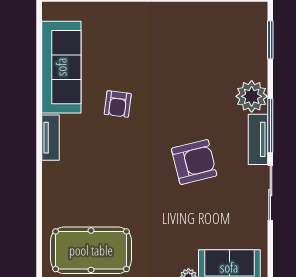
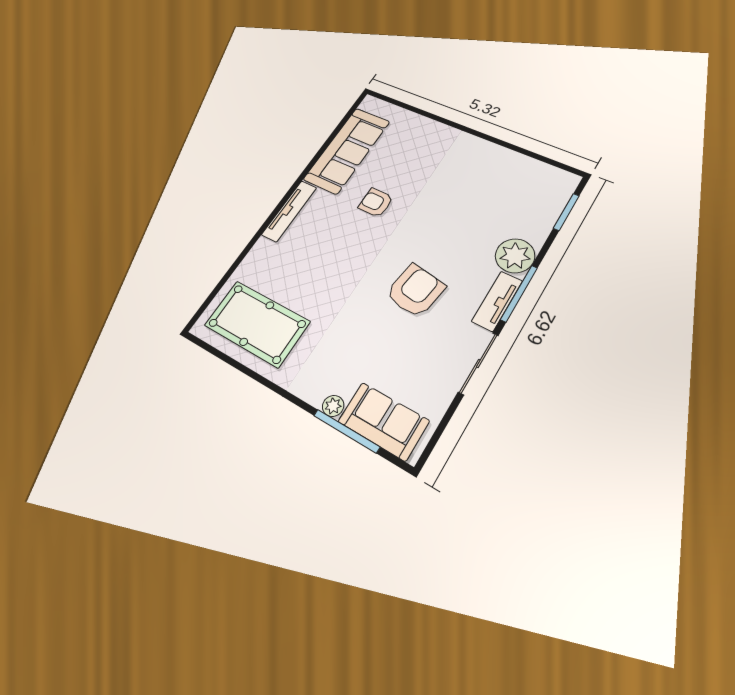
armchair: (118, 104) -> (376, 203), turned 83
tv unit: (50, 138) -> (289, 211), width x1.41
armchair: (194, 162) -> (415, 290), turned -67

